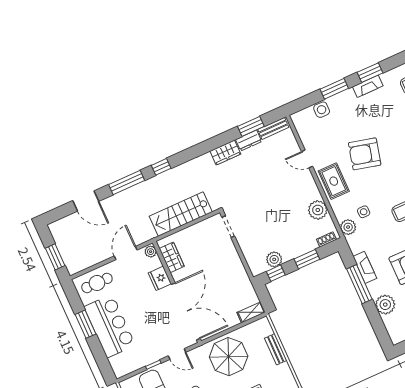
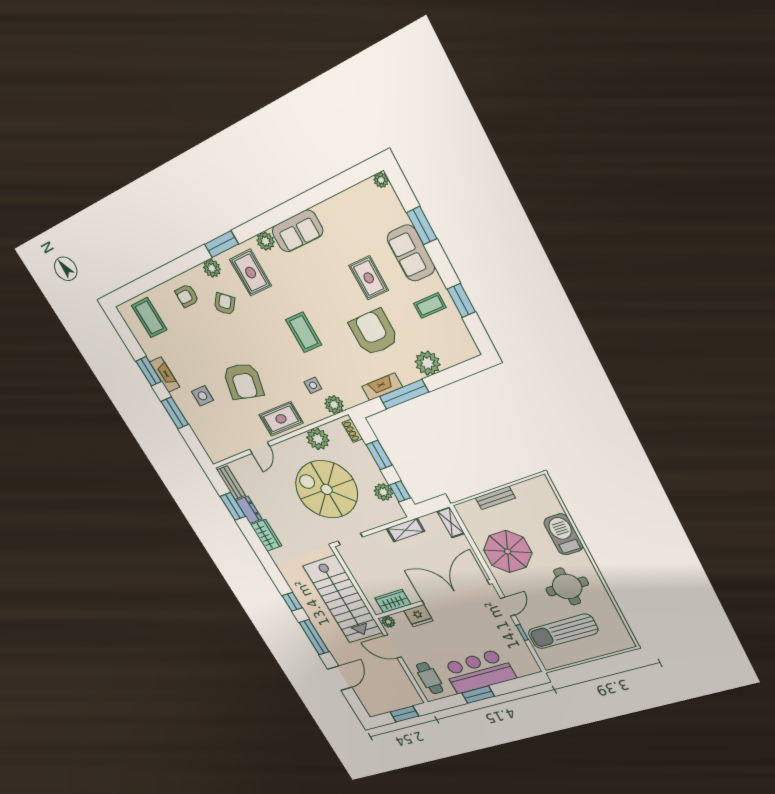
side table: (322, 110) -> (202, 396), moved
spiral stairs: (273, 212) -> (327, 489), added
stairs: (181, 214) -> (343, 599), width x1.36, depth x1.51
shelving: (241, 275) -> (405, 530), added

